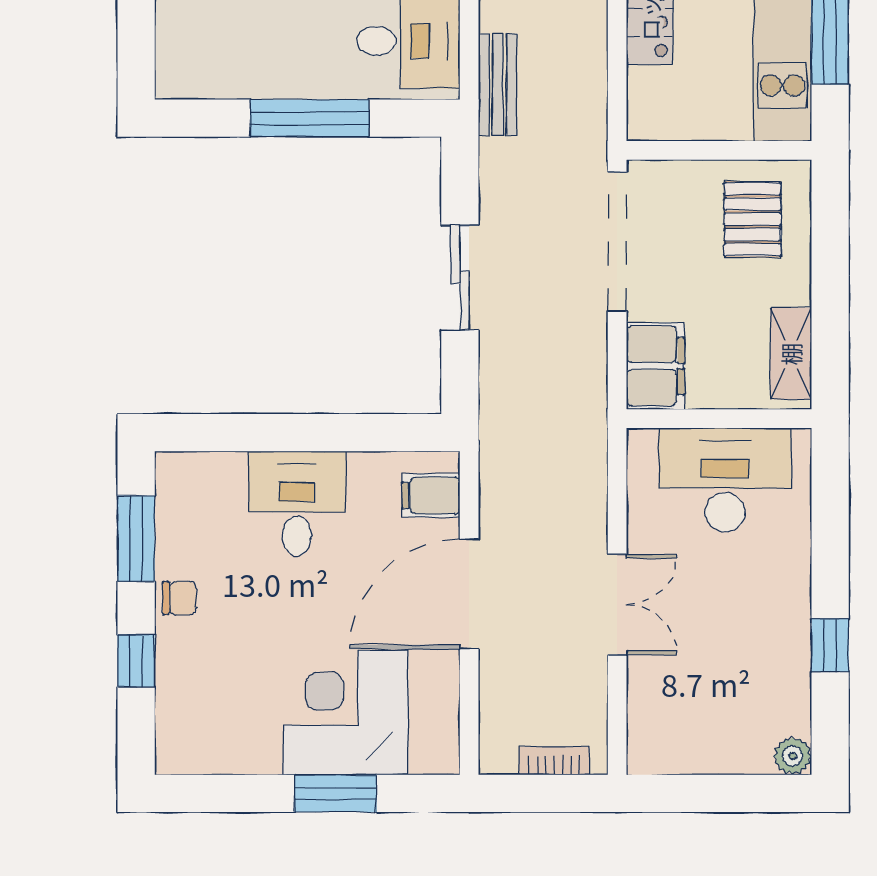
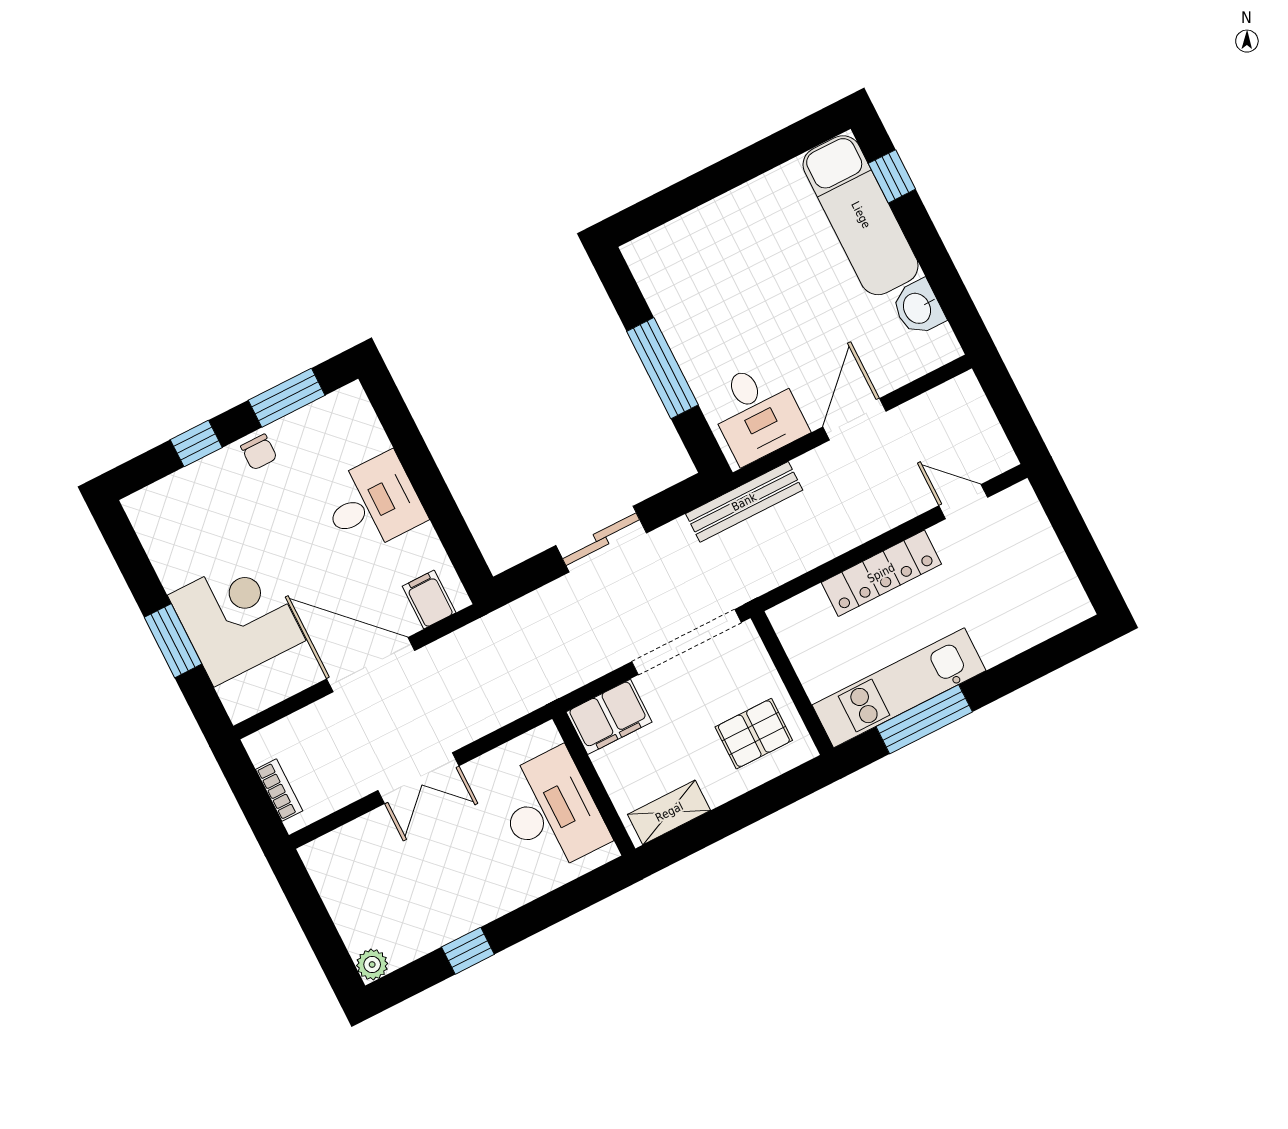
bench: (498, 85) -> (744, 502), width x1.36

